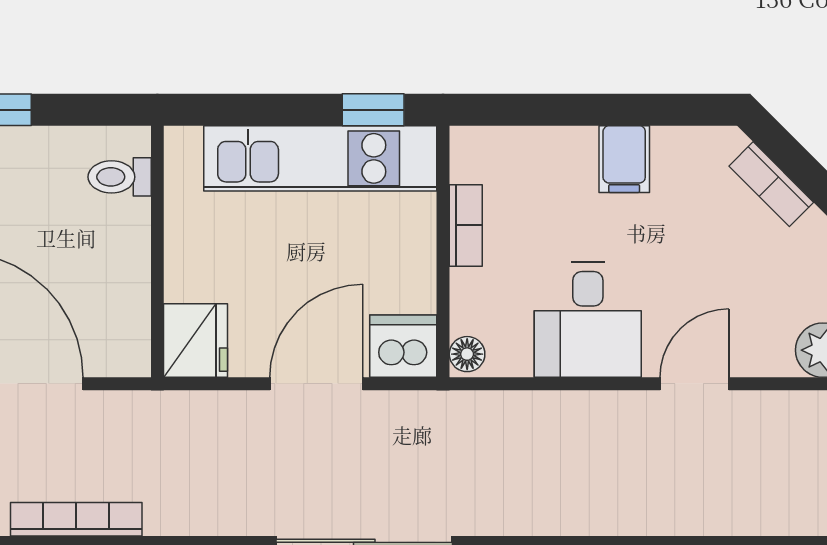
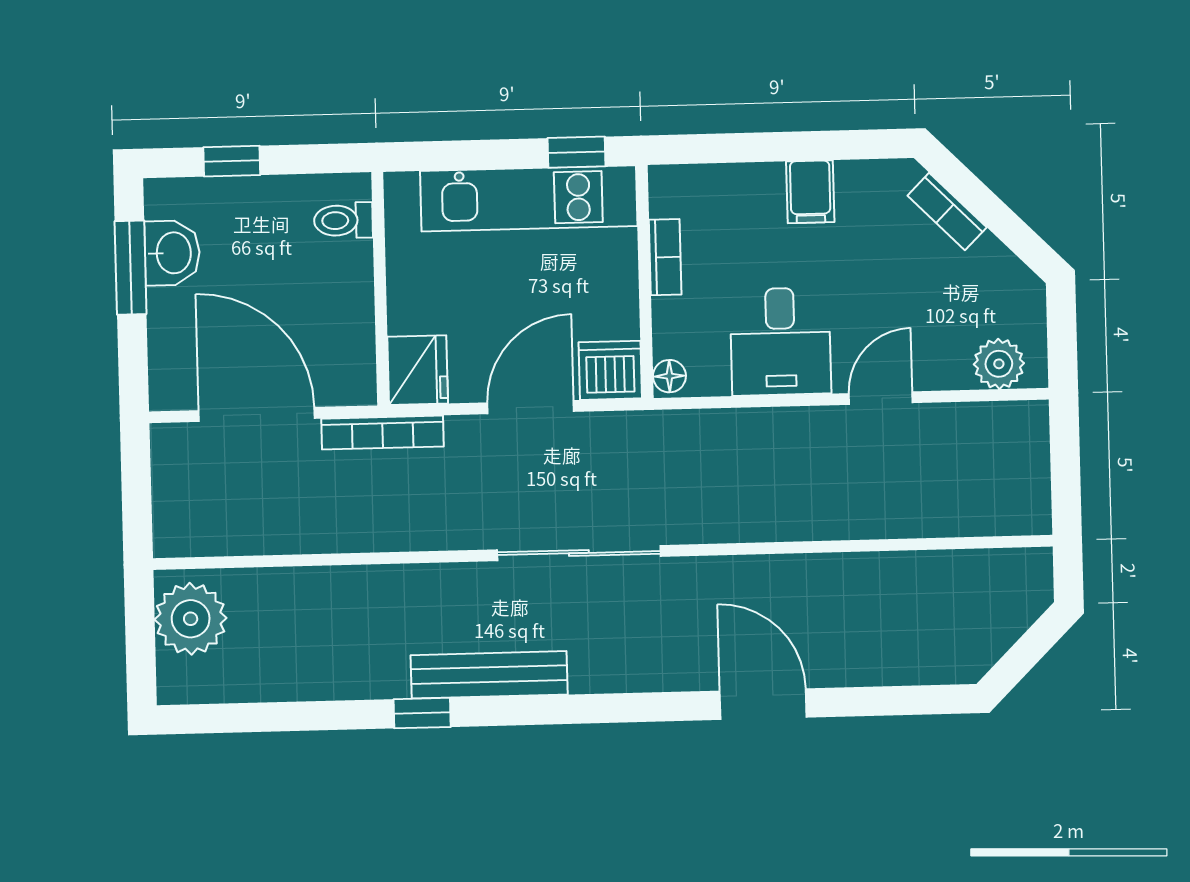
bookcase: (76, 519) -> (382, 433), moved, turned 180

